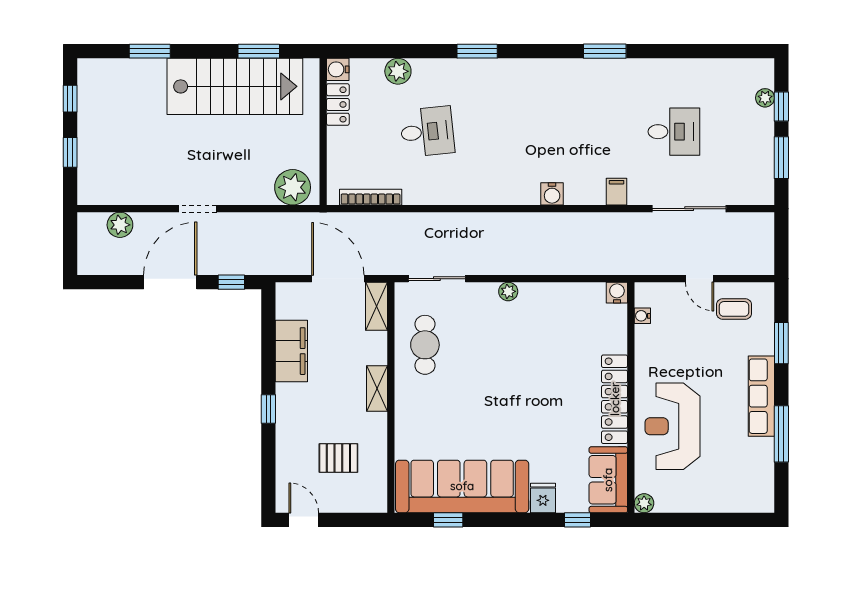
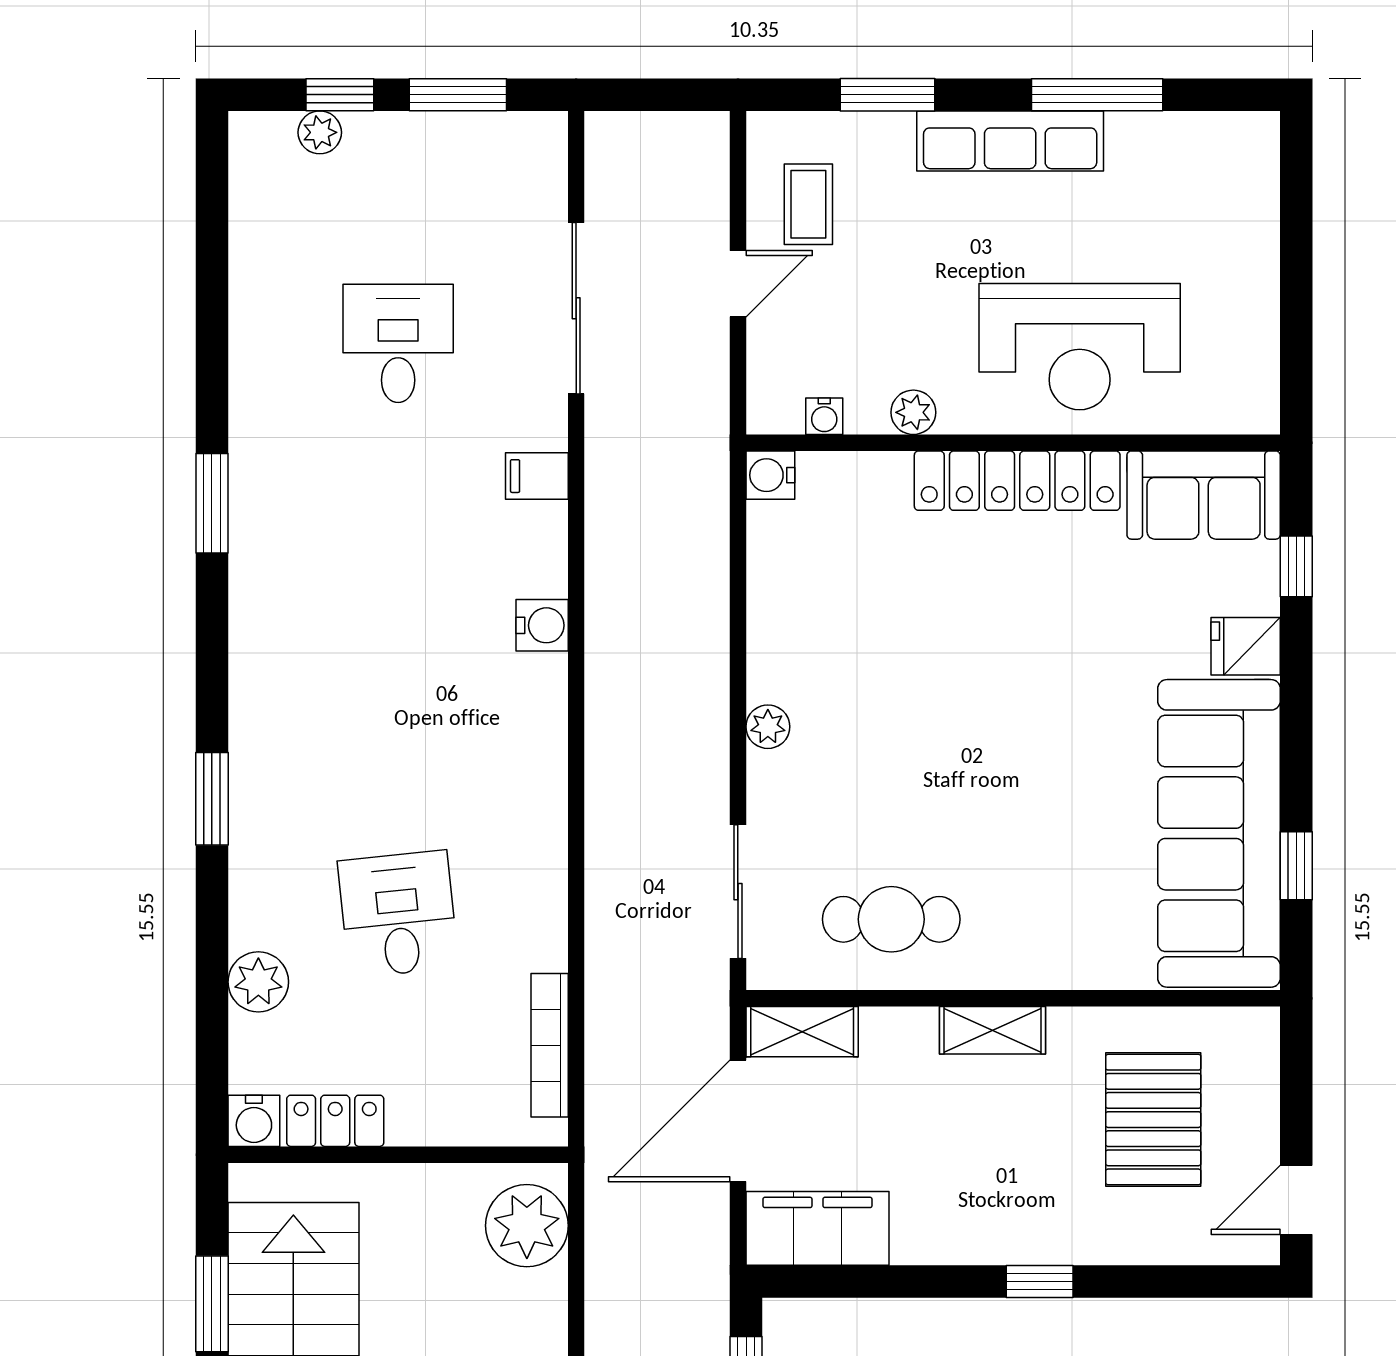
filing cabinet: (291, 351) -> (817, 1228), moved
pallet: (338, 458) -> (1153, 1120), width x1.50, depth x1.42
plant: (644, 503) -> (913, 412), moved

